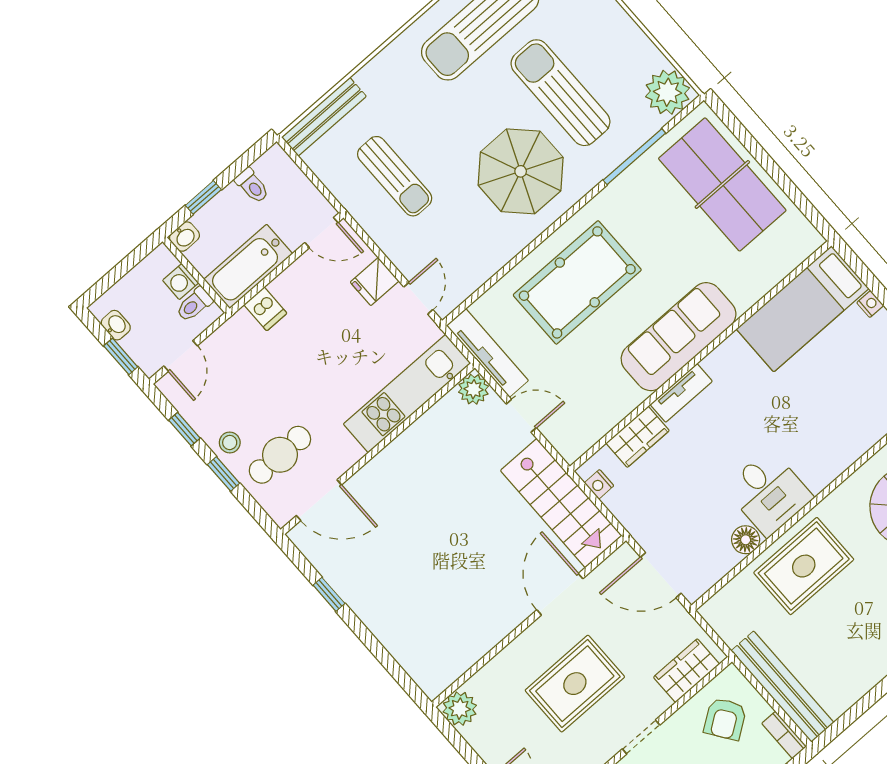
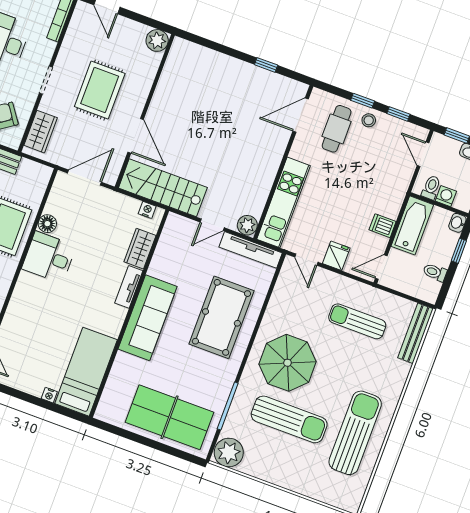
dishwasher: (265, 309) -> (383, 226), moved

